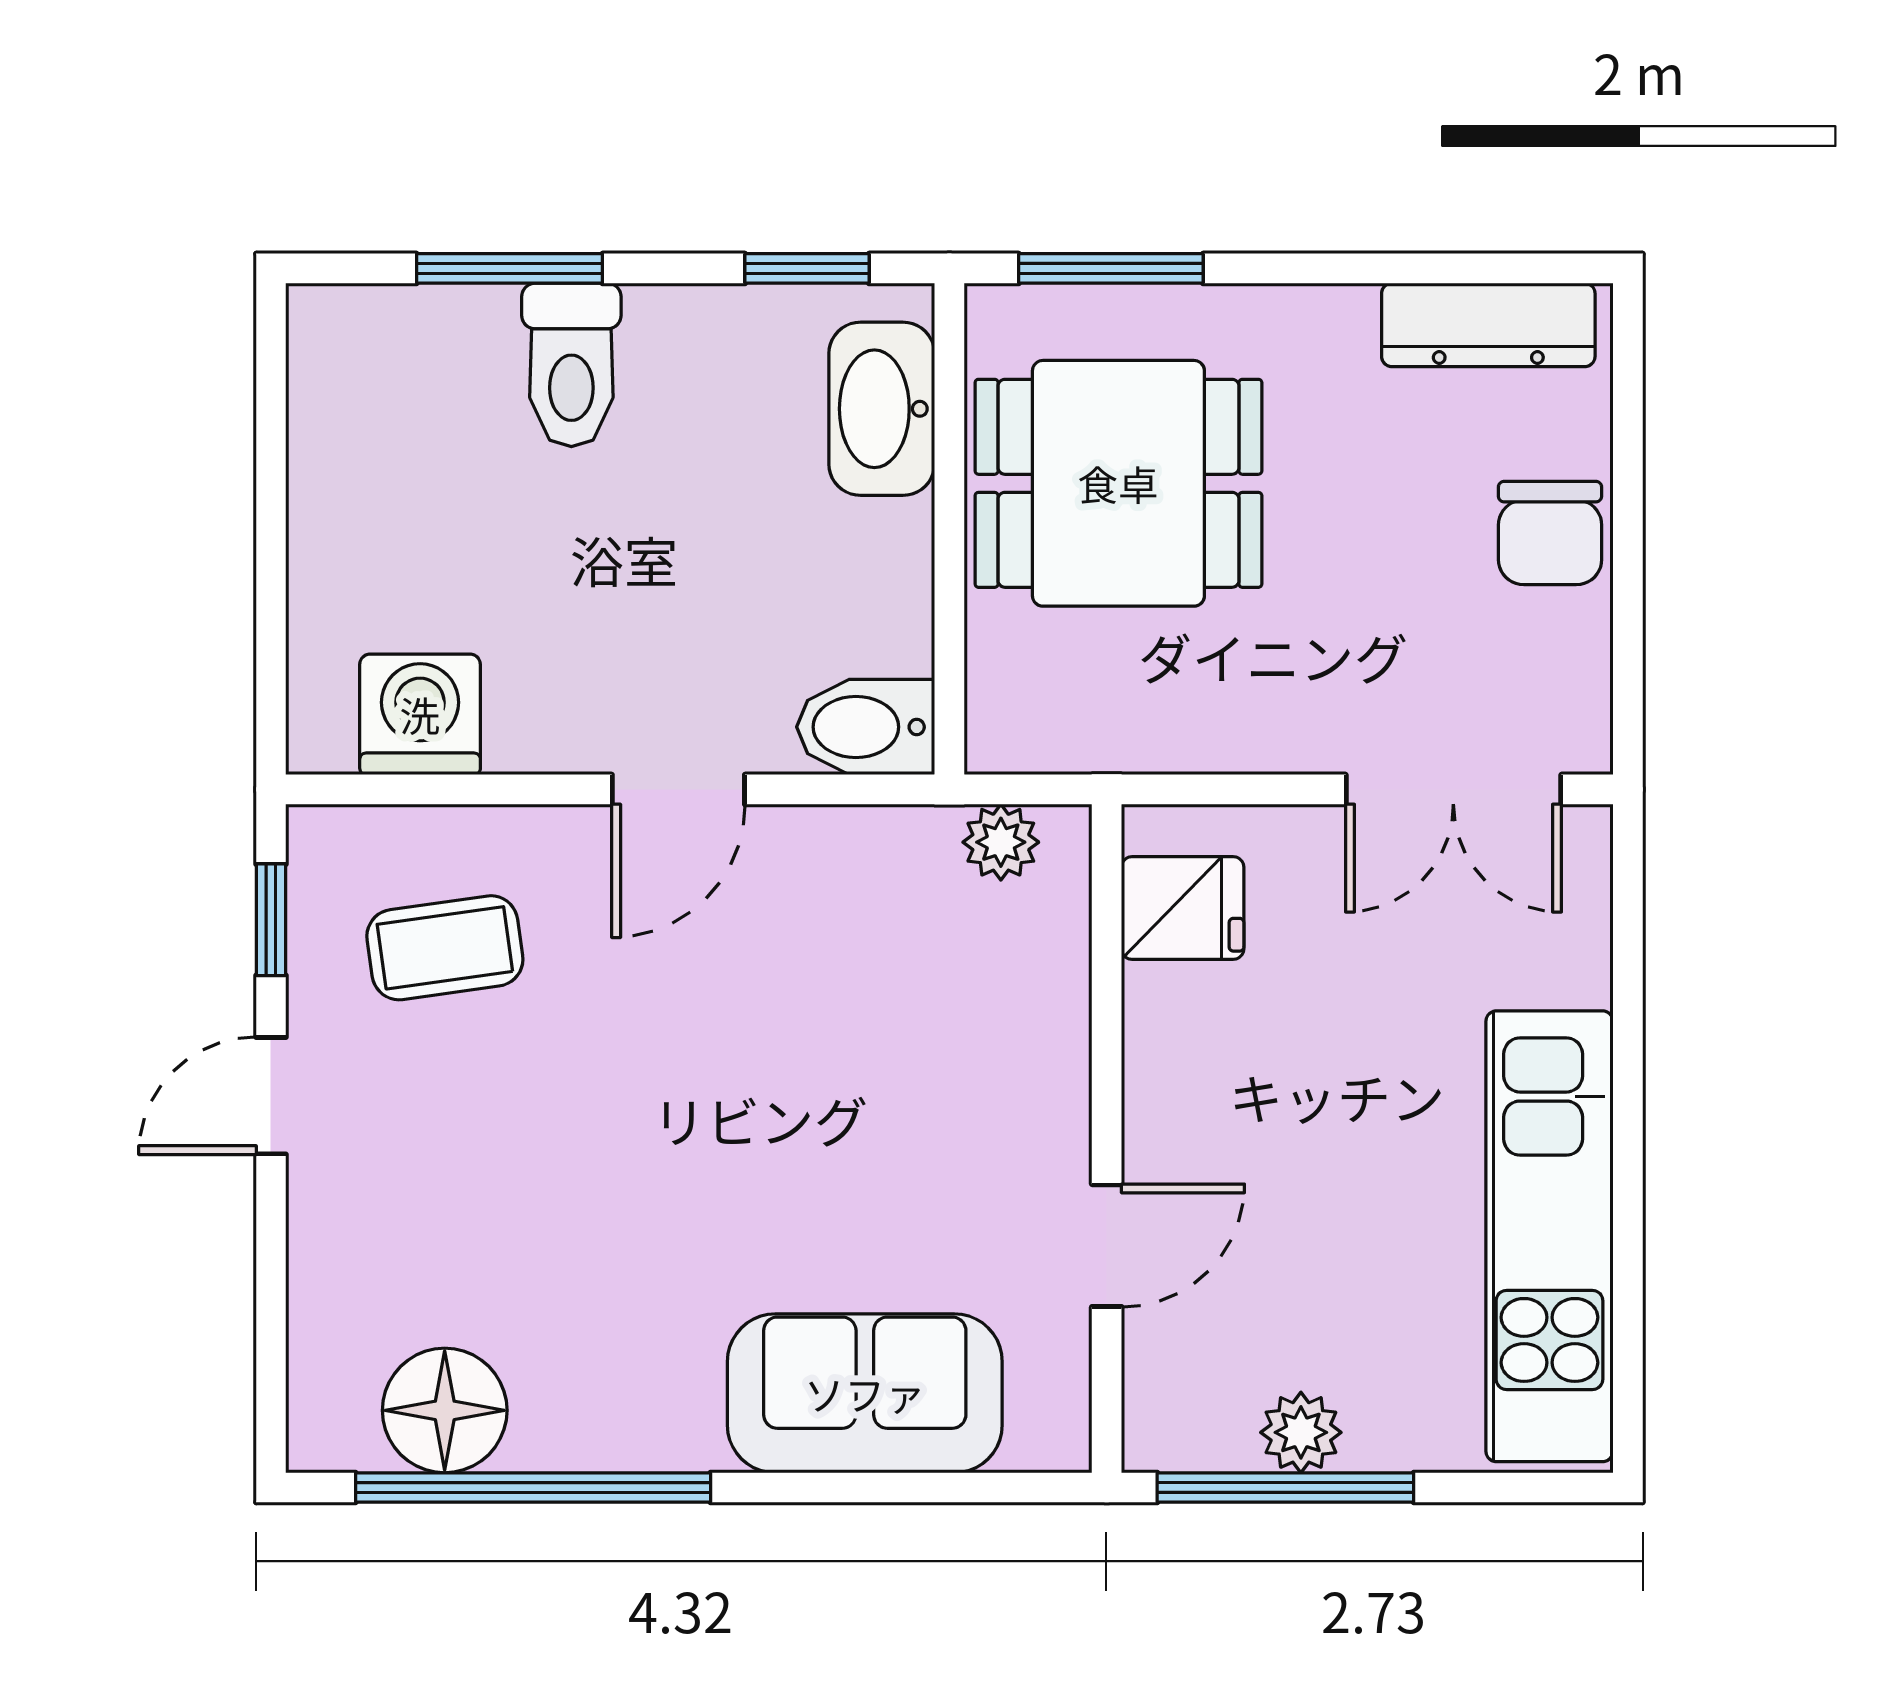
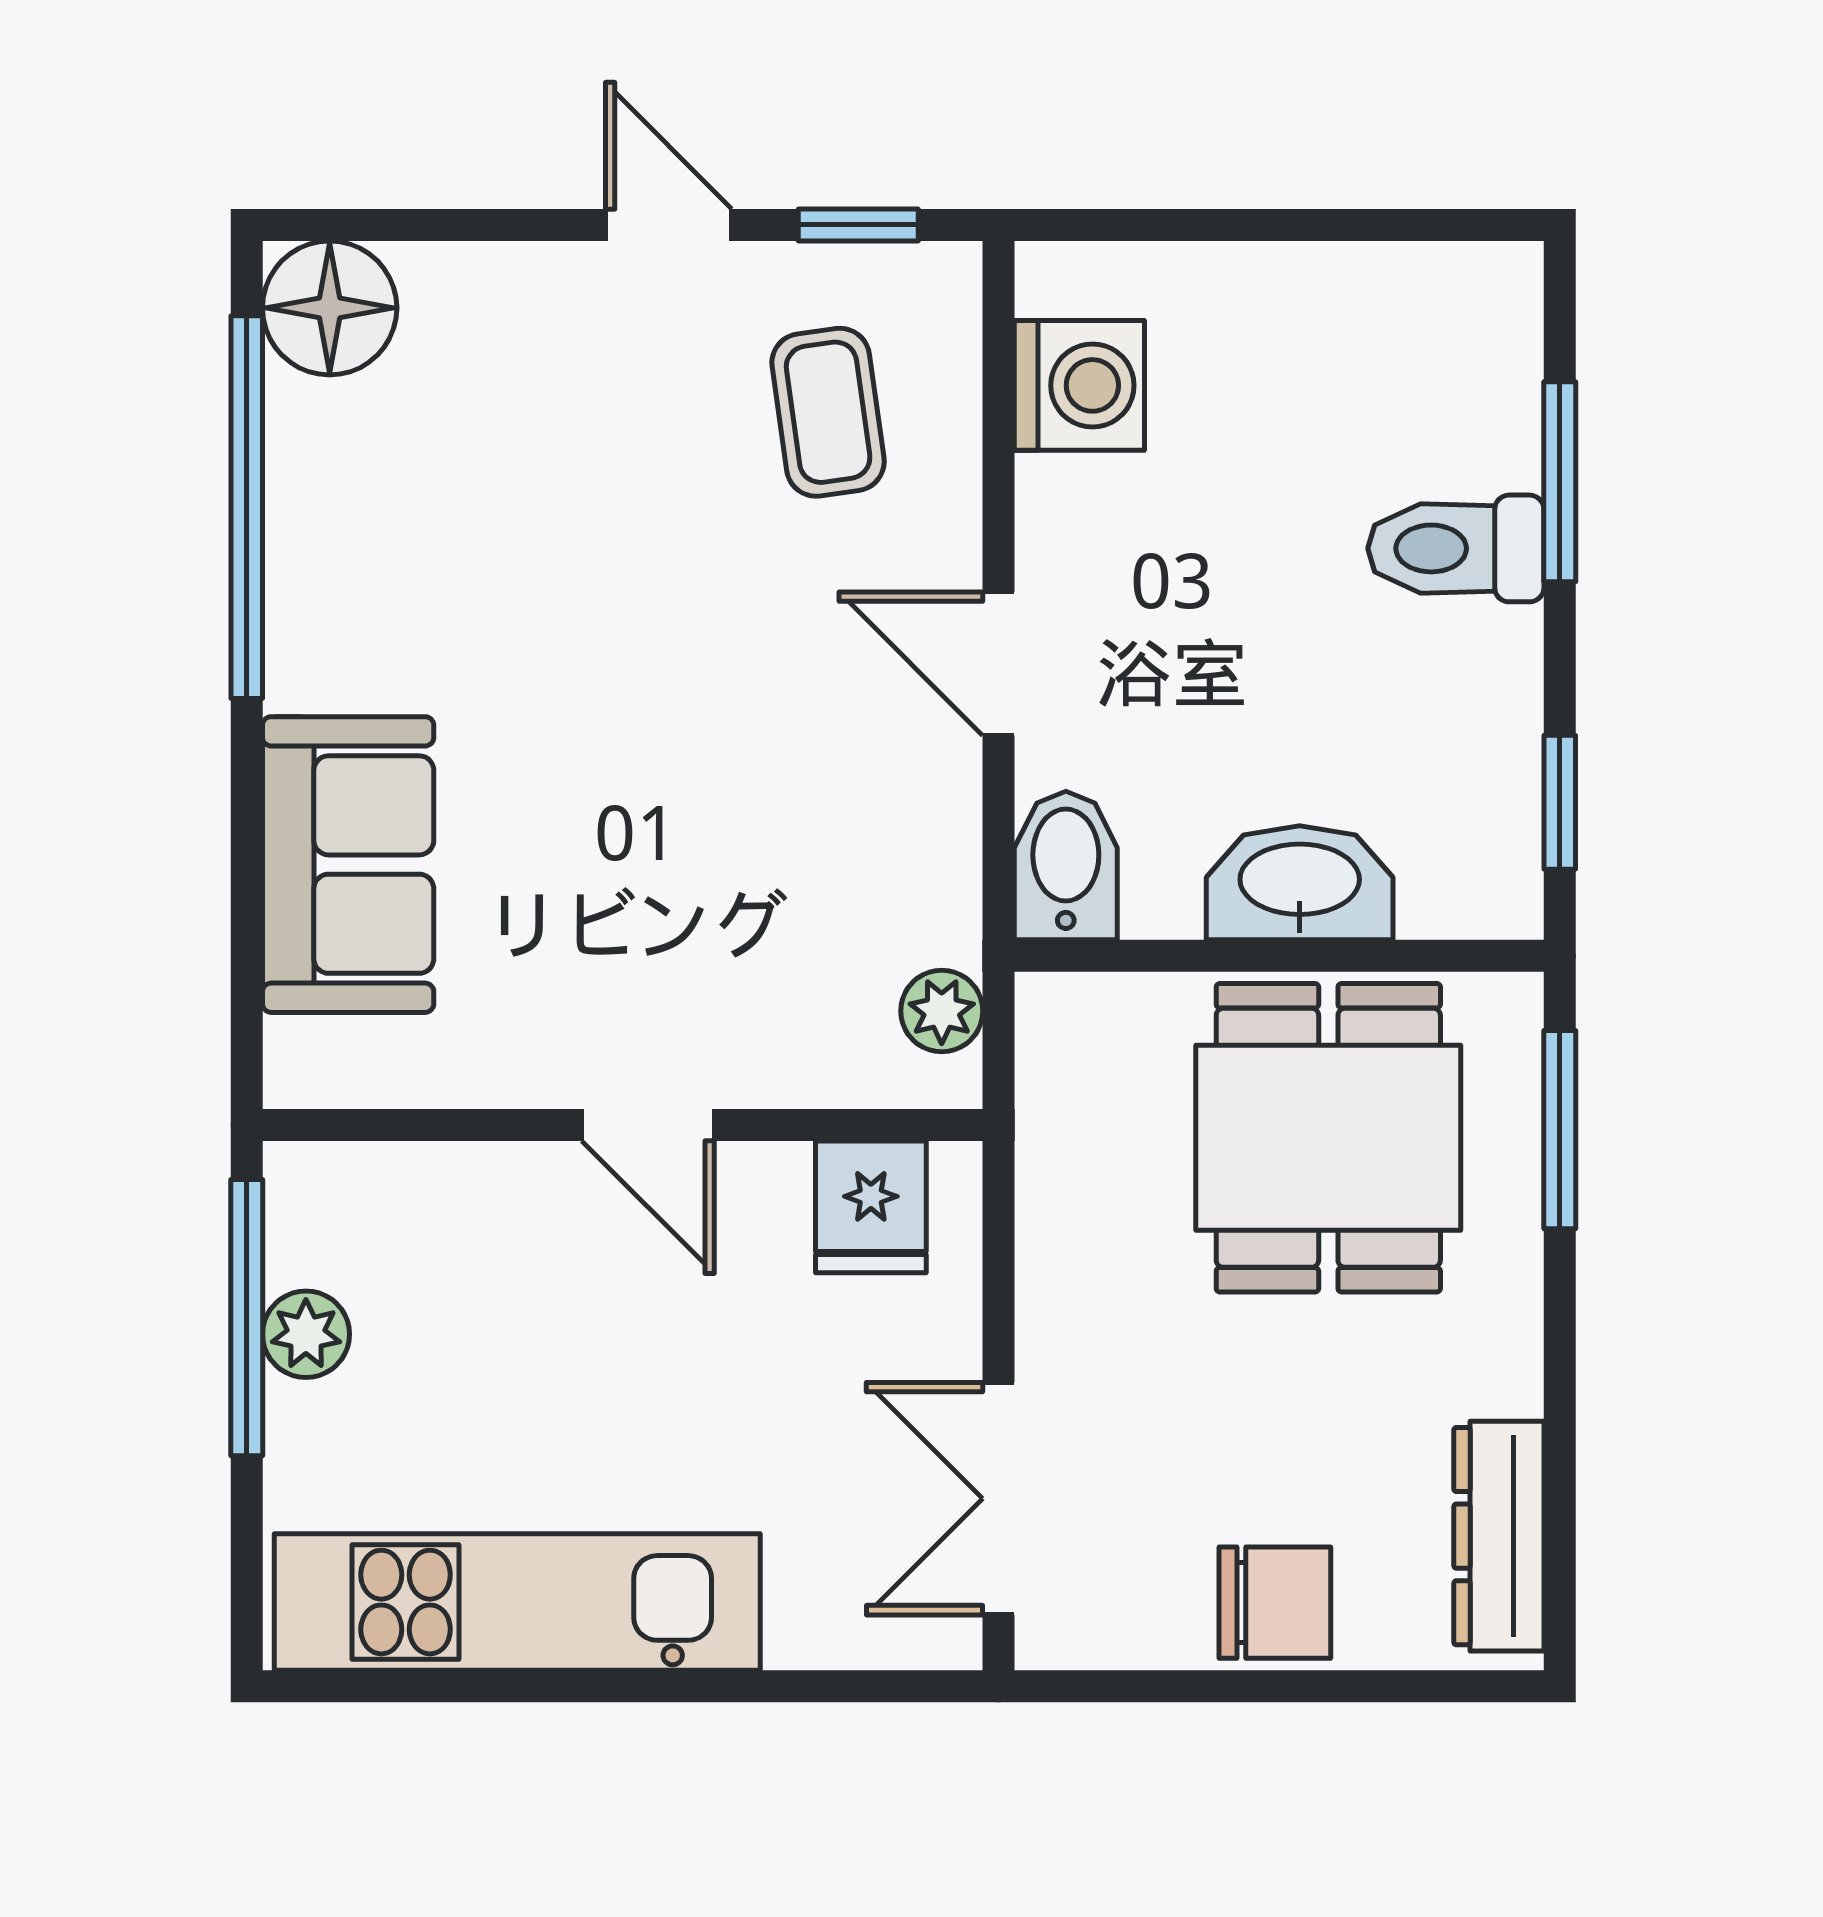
washbasin: (882, 409) -> (1300, 883), moved
chair: (1550, 533) -> (1275, 1603), turned 180
door: (1107, 1246) -> (648, 1125), moved
floor lamp: (445, 1410) -> (330, 308), moved

